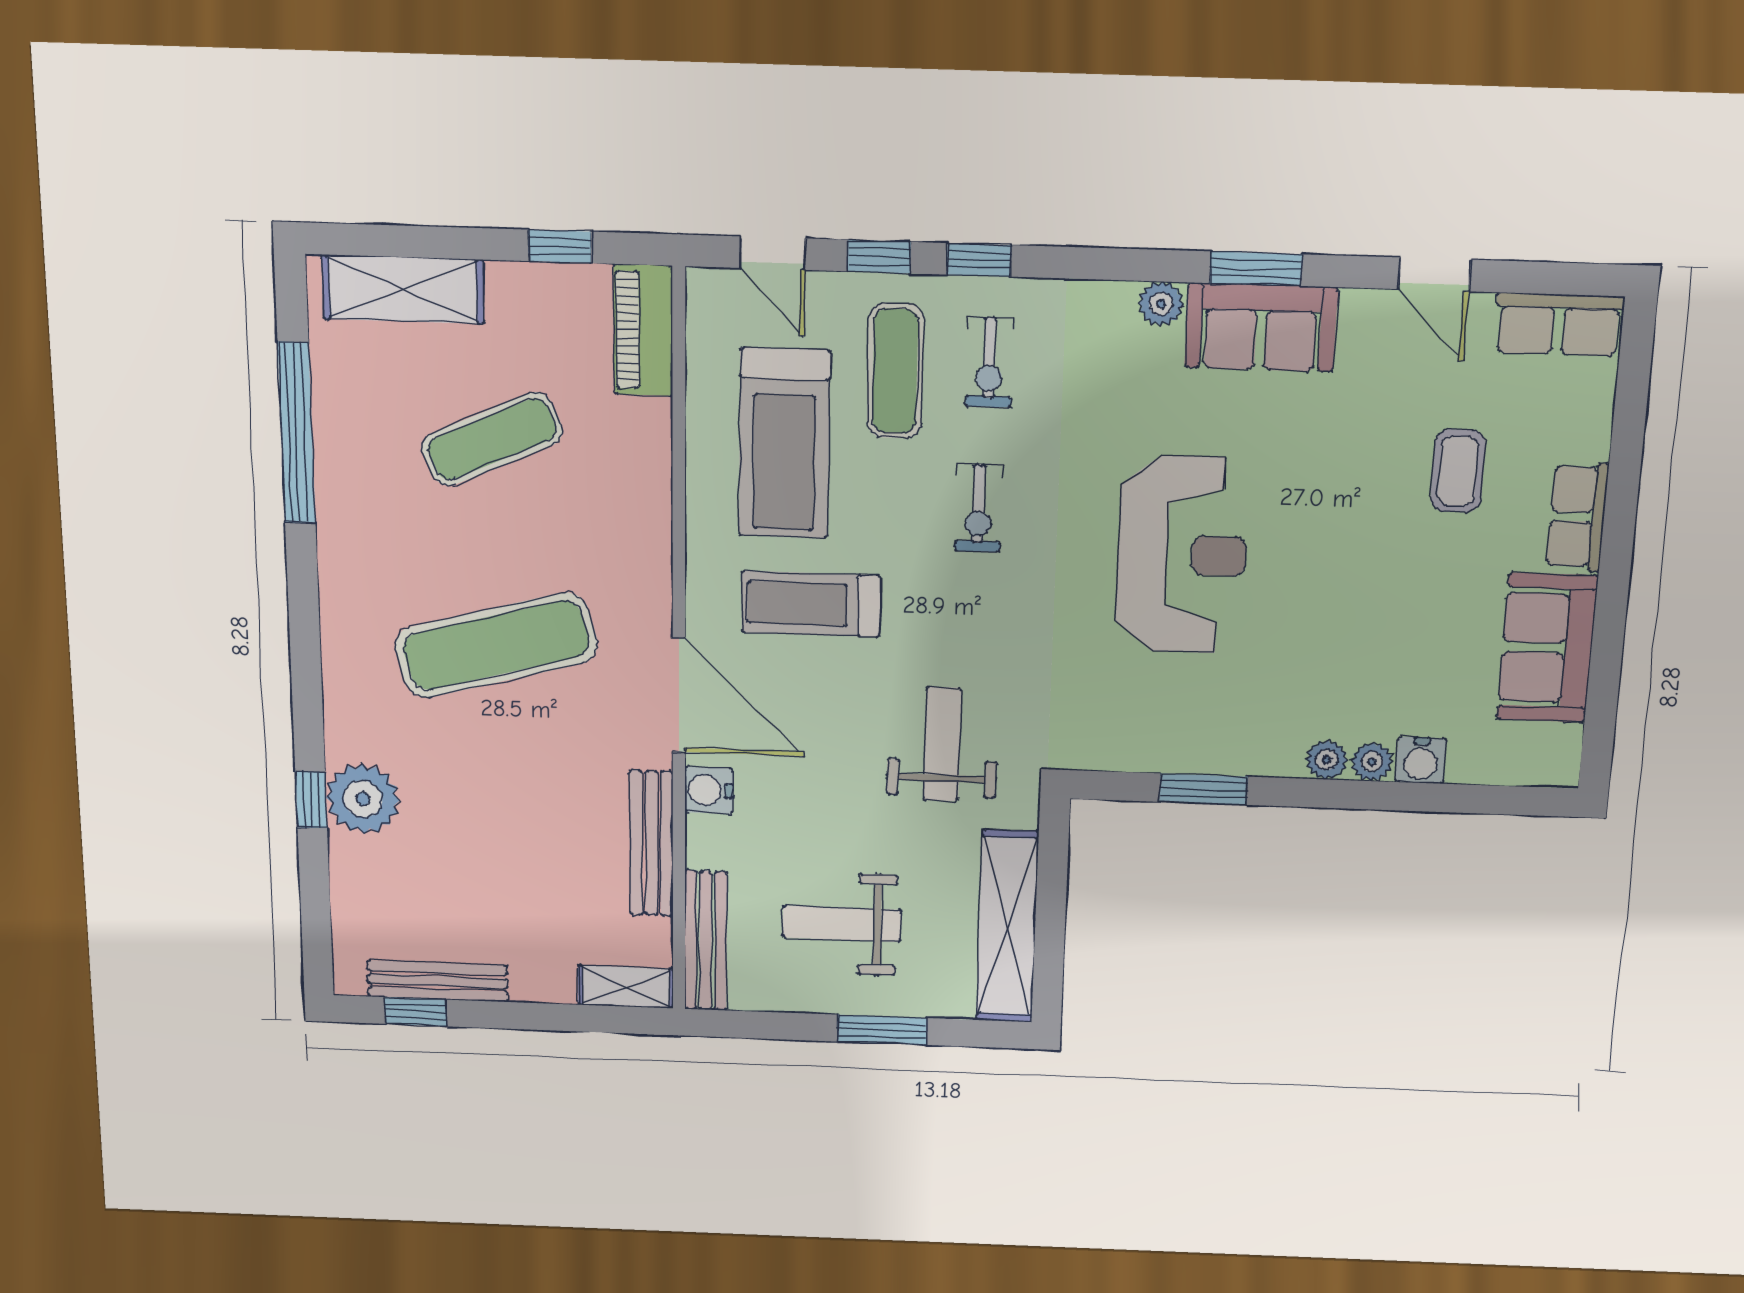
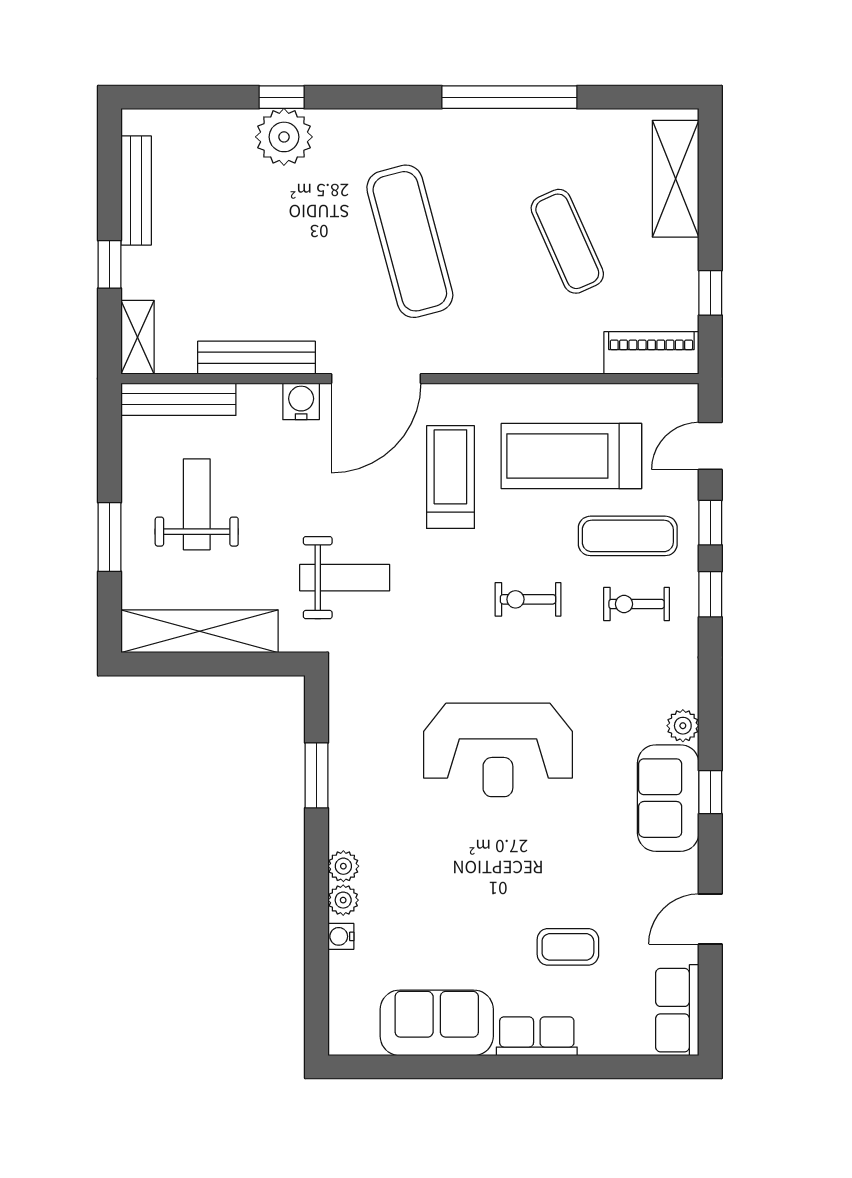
window: (1256, 269) -> (710, 792), width x0.67
window: (297, 433) -> (509, 97), moved
water cooler: (1421, 760) -> (341, 936), width x0.72, depth x0.72
window: (416, 1012) -> (109, 264), moved

